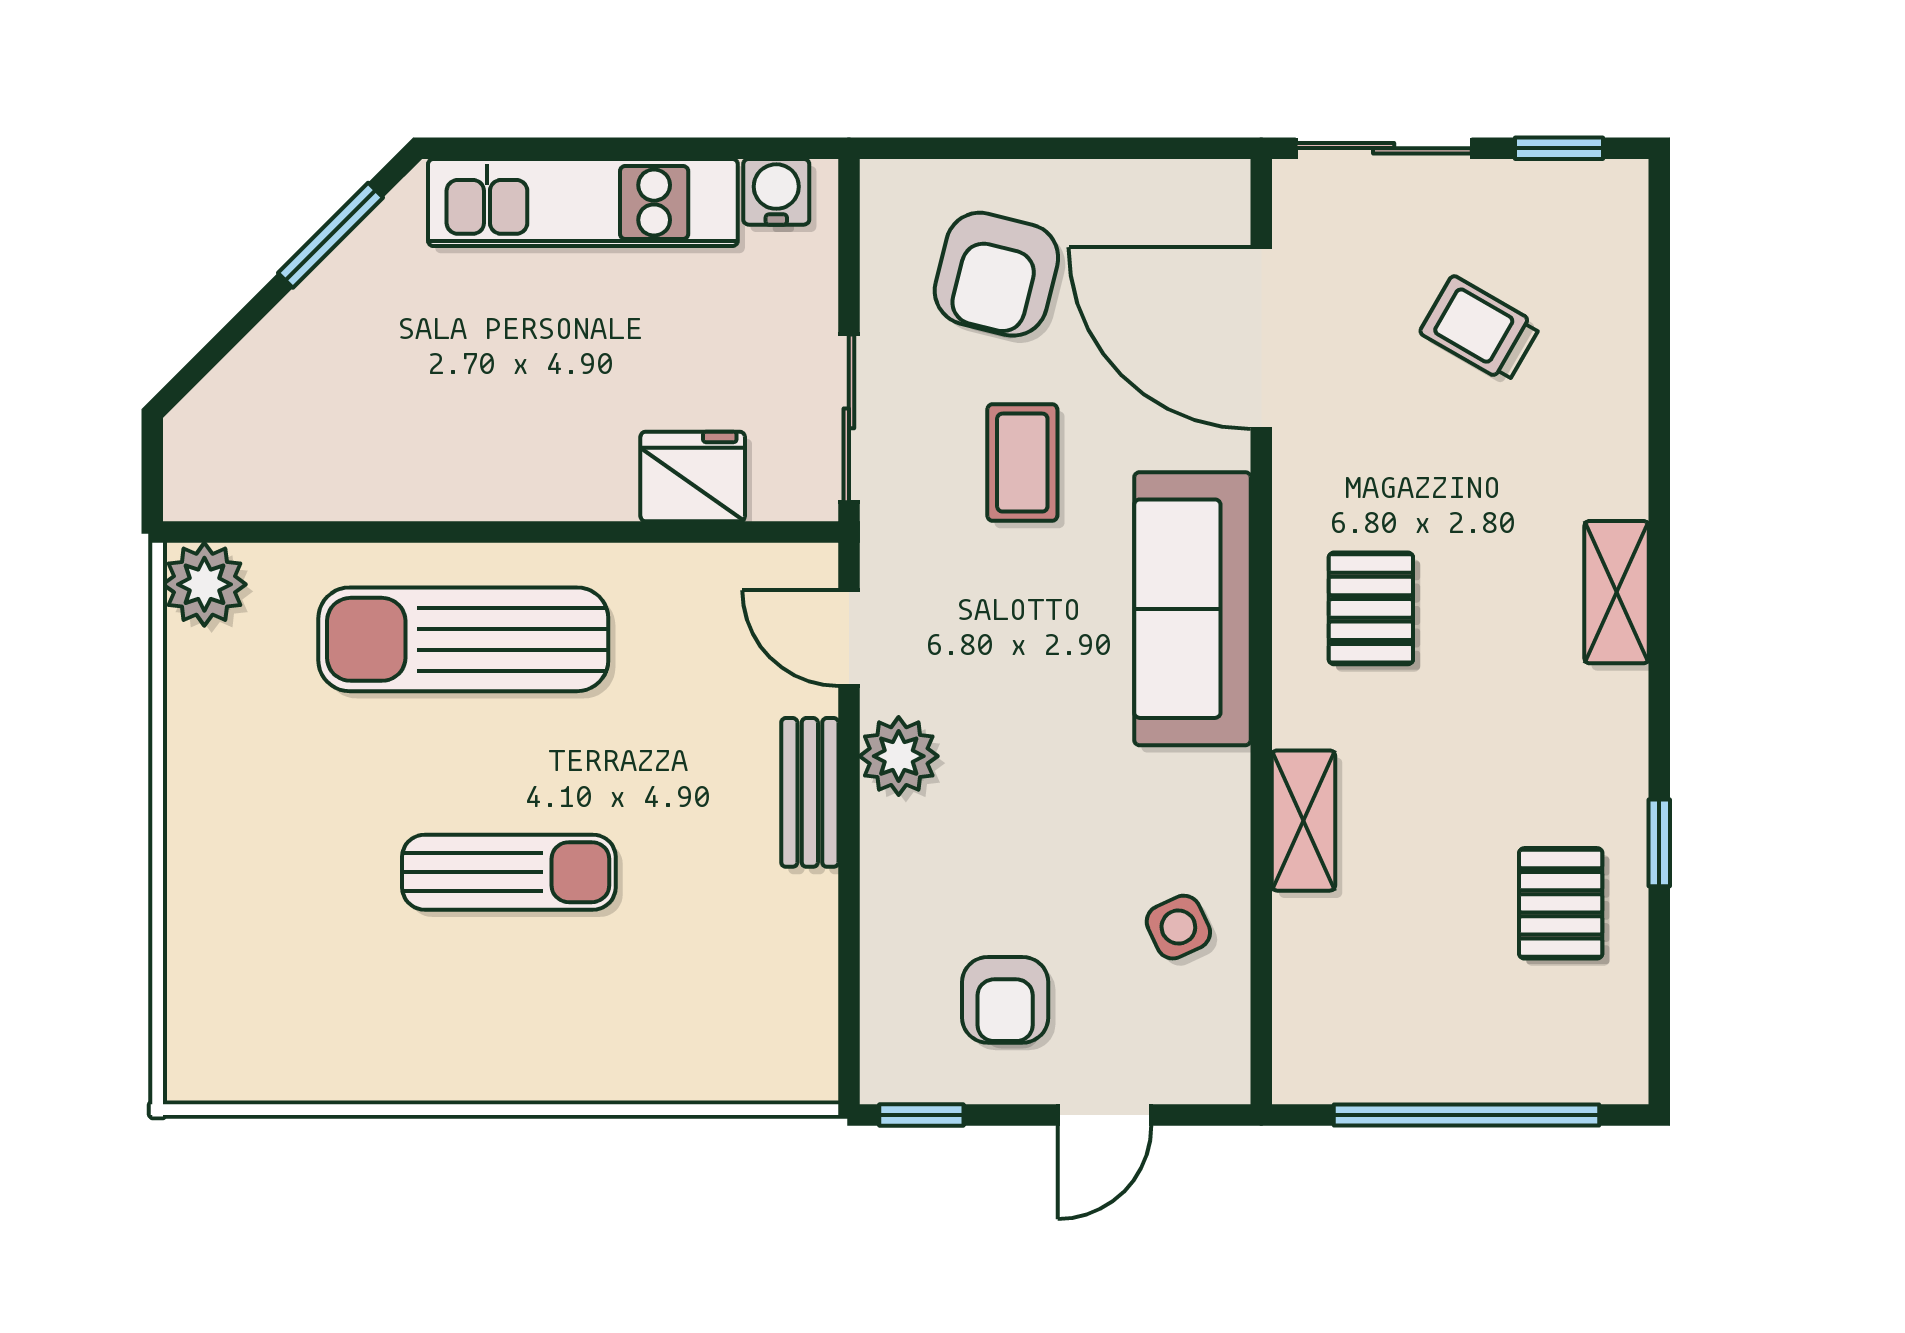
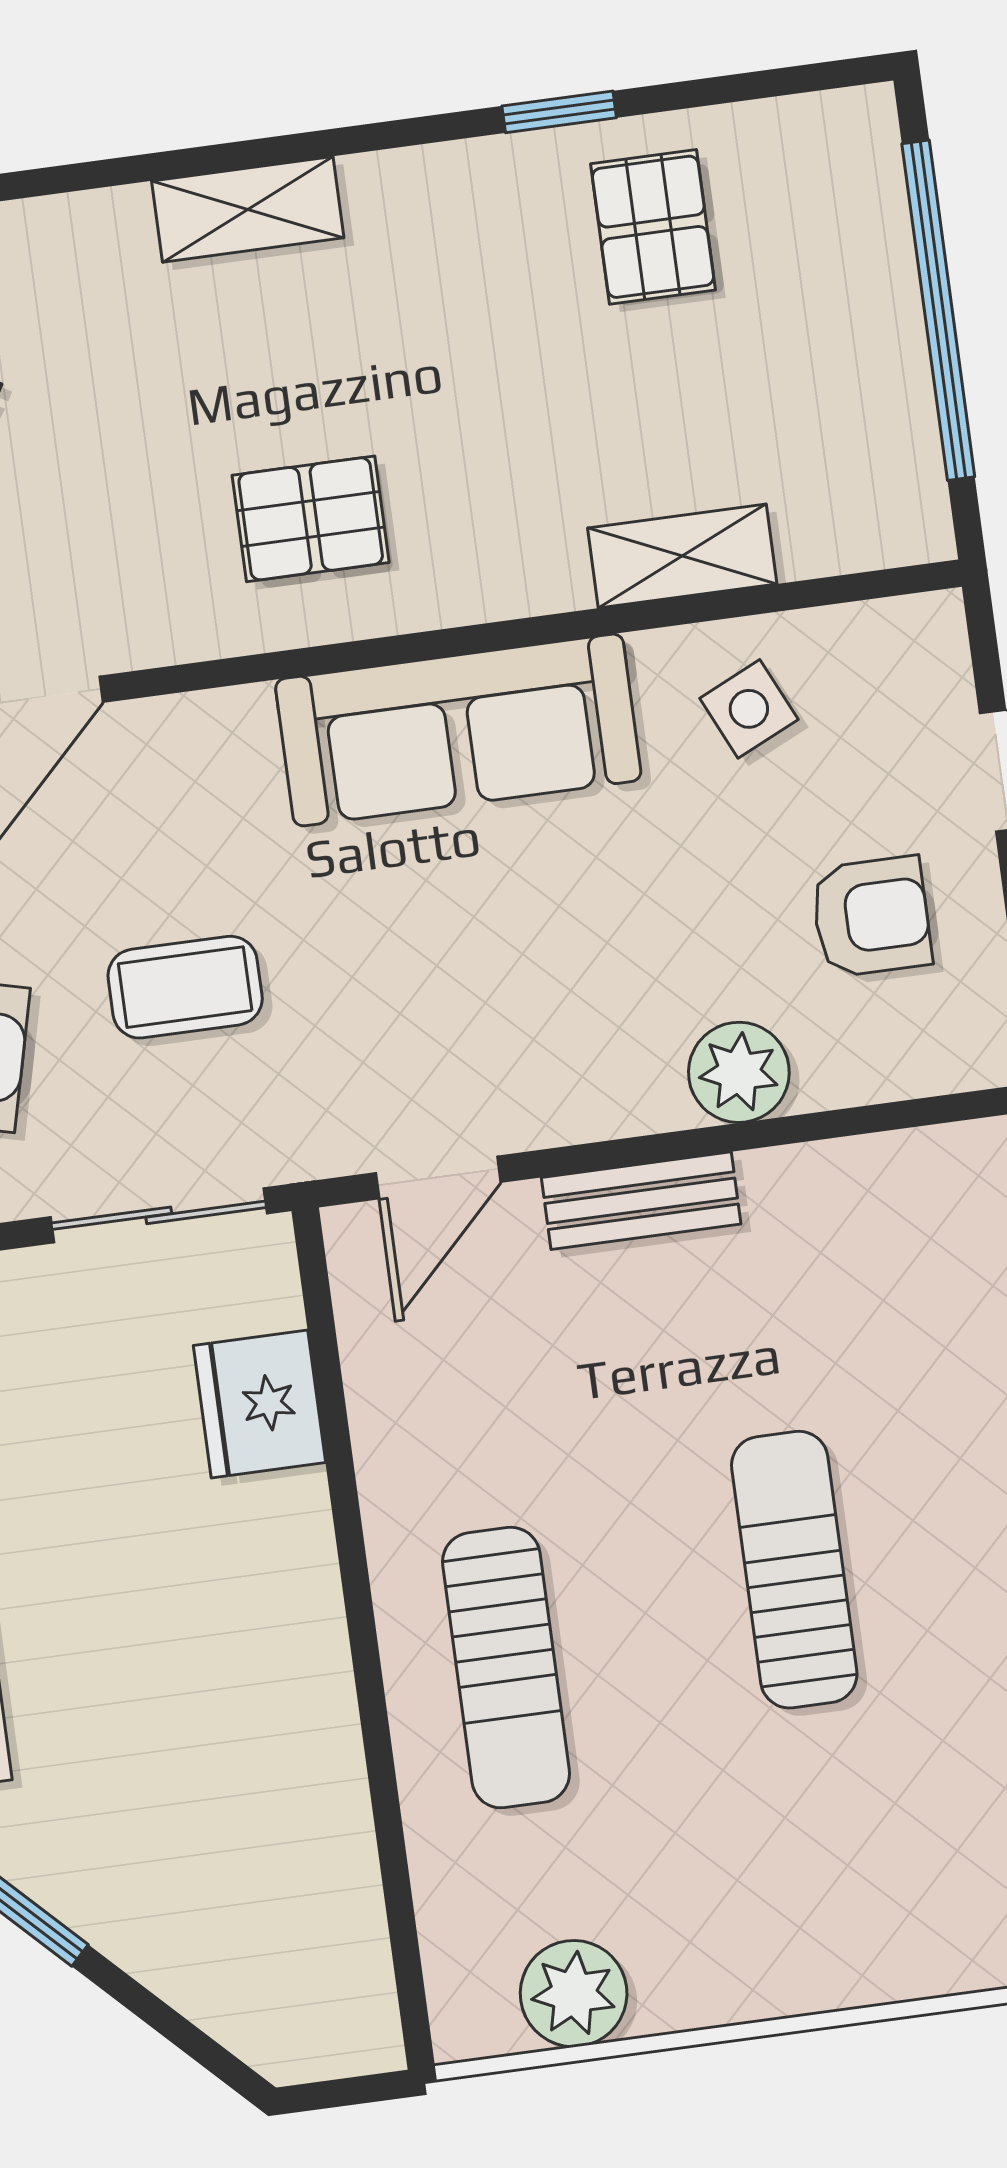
plant: (204, 584) -> (574, 1994), moved
sofa: (1192, 609) -> (458, 730), moved
sun lounger: (463, 639) -> (506, 1668), width x0.73, depth x0.75
plant: (899, 756) -> (739, 1072), moved
shelving: (1303, 821) -> (682, 556), moved
pallet: (1561, 903) -> (653, 227), turned 90

